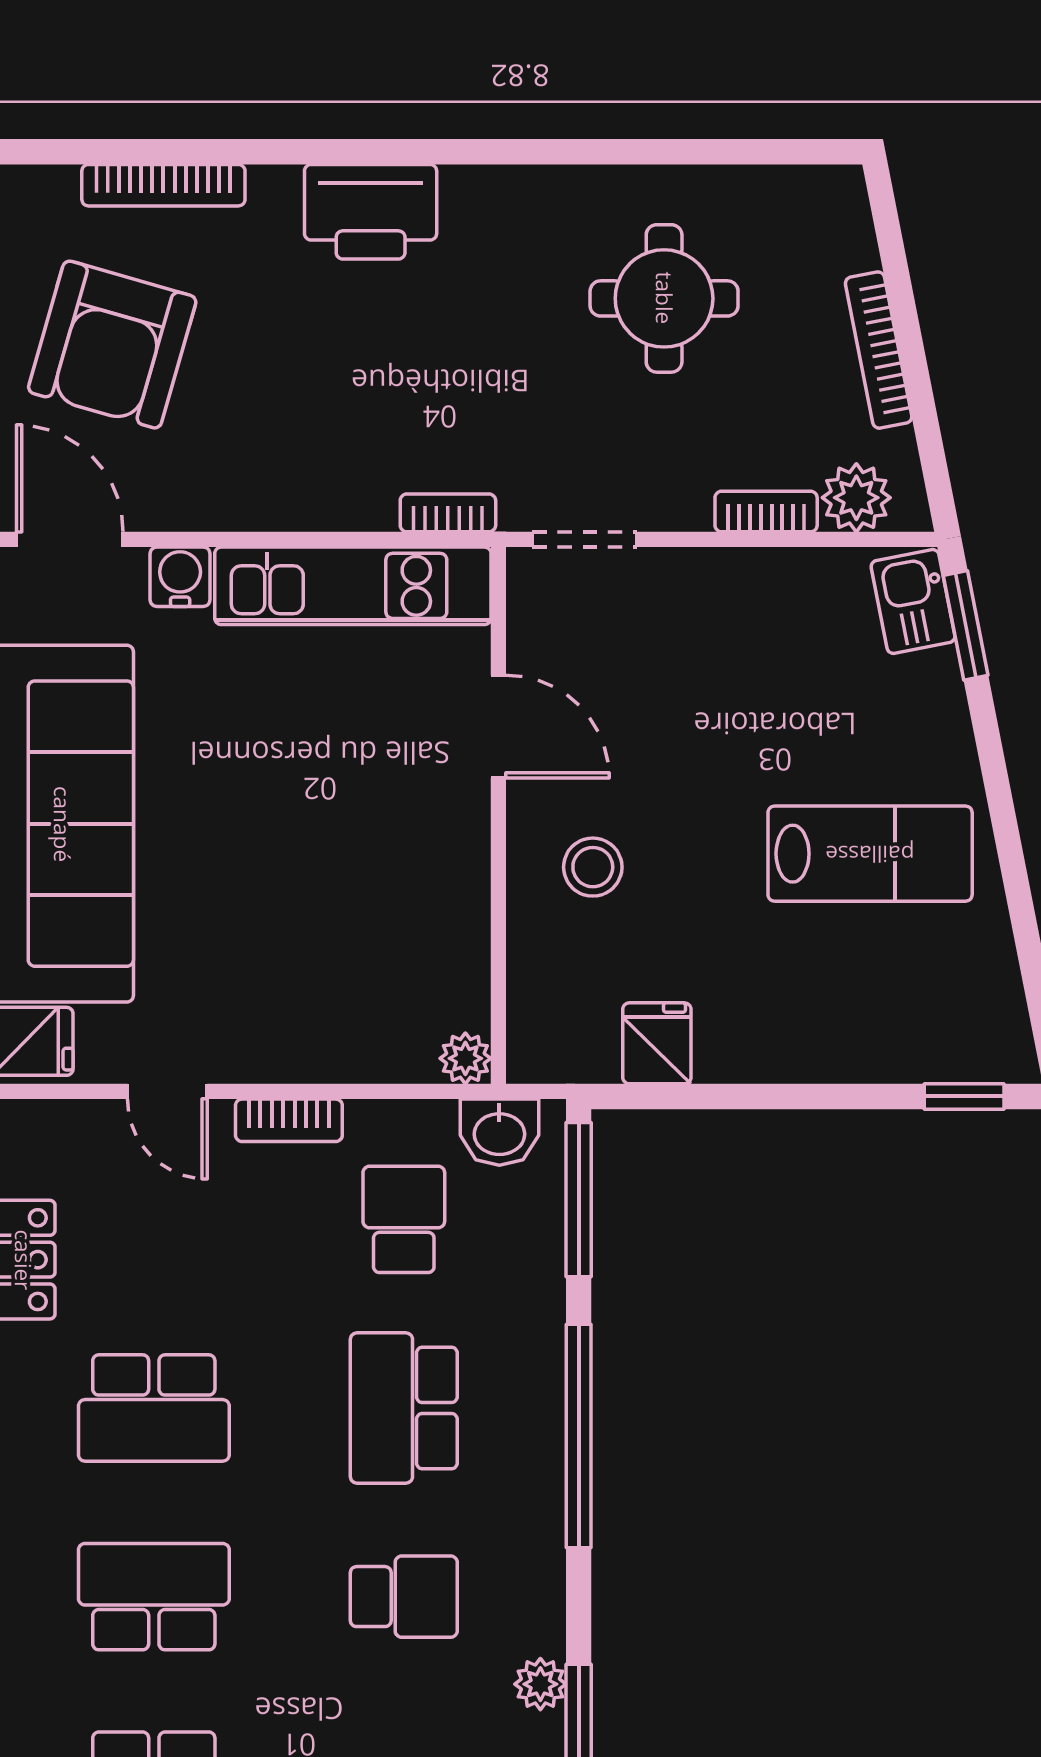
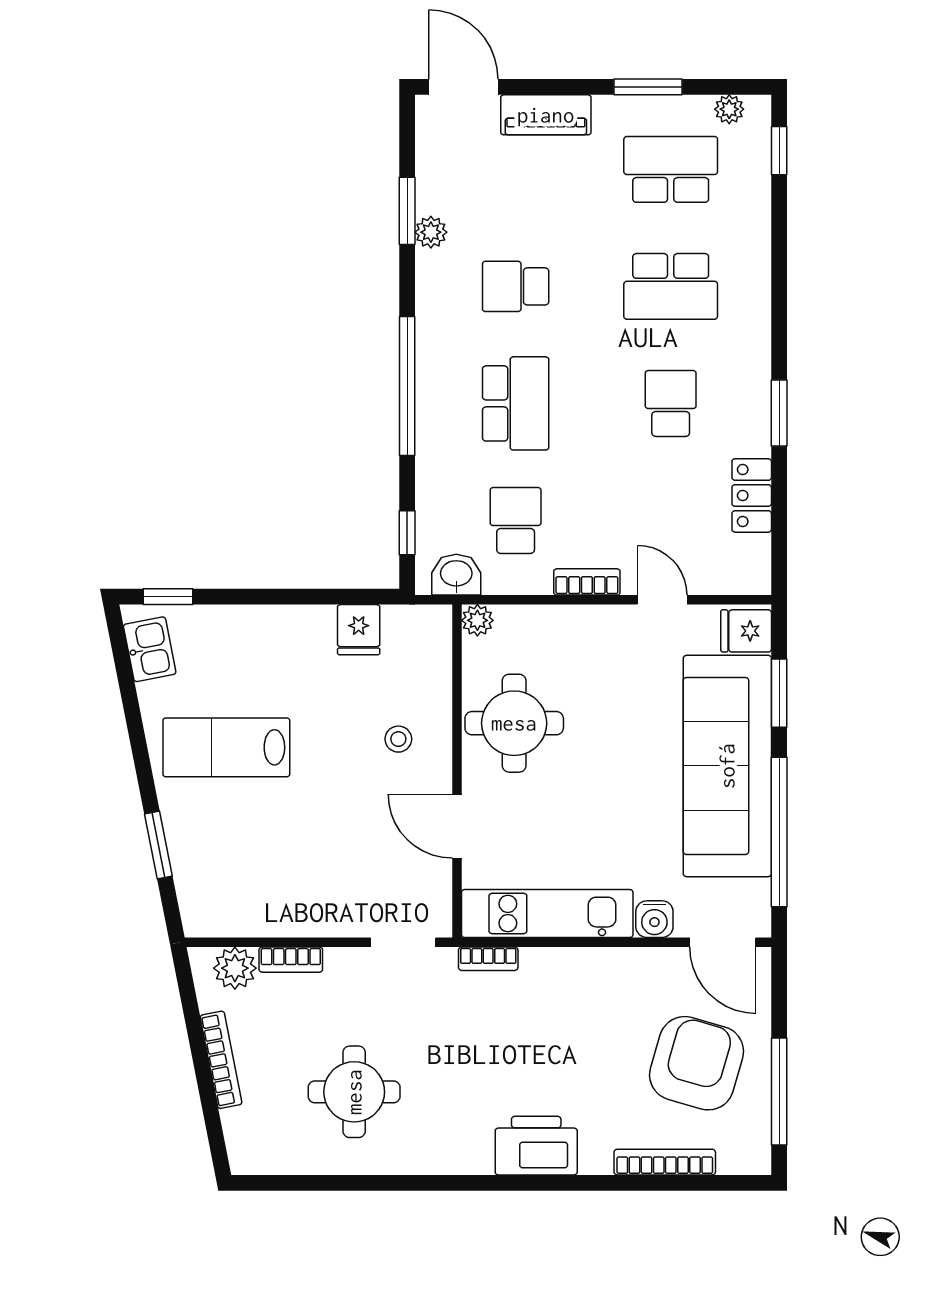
kitchen sink: (913, 601) -> (150, 649), moved
window: (966, 625) -> (158, 845), moved
stool: (593, 867) -> (398, 739), width x0.73, depth x0.73
round table: (406, 893) -> (514, 723), added
window: (579, 1200) -> (407, 533), width x0.46
school desk: (404, 1219) -> (516, 520), turned 180
school desk: (154, 1408) -> (671, 403), width x0.54

